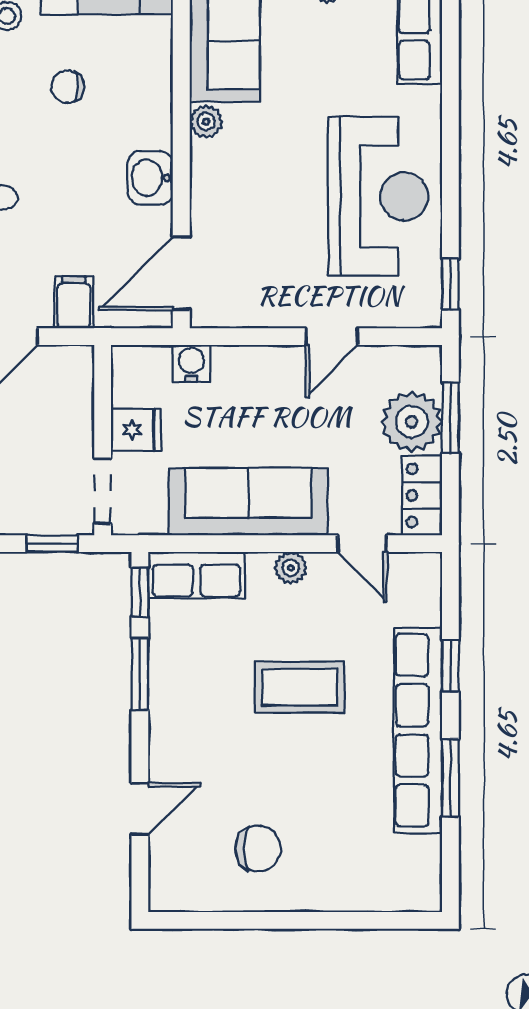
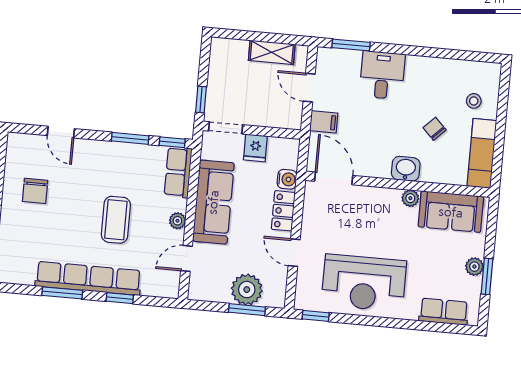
chair: (68, 87) -> (435, 129), turned -45
washbasin: (150, 178) -> (406, 169), moved
locker: (422, 495) -> (283, 211), moved, turned -90

